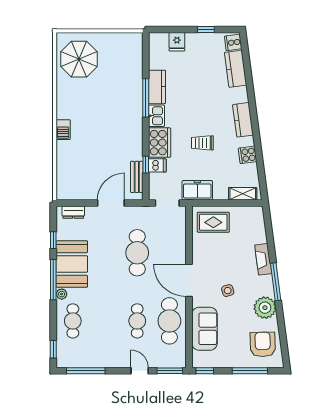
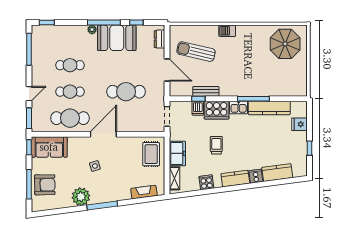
cooker: (233, 42) -> (256, 176), moved
kitchen counter: (157, 87) -> (269, 108), width x1.50
sun lounger: (88, 168) -> (196, 52), added
bench: (137, 177) -> (206, 91), moved
freezer: (197, 190) -> (177, 153), moved
fireplace: (263, 259) -> (144, 192), moved
cafe table: (73, 321) -> (70, 65), moved
sofa: (205, 329) -> (49, 147), moved
armchair: (263, 344) -> (45, 185), moved

